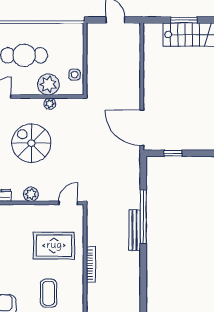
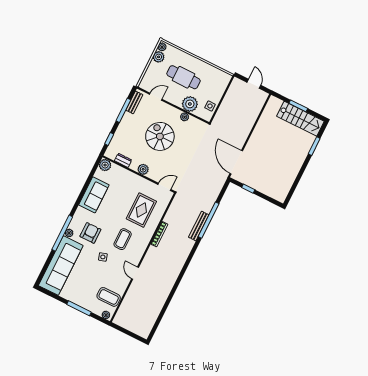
rug: (54, 246) -> (141, 210), turned 90

